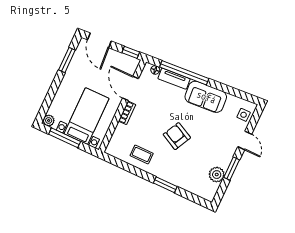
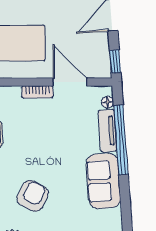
door: (131, 88) -> (70, 82), hinge flipped
armchair: (177, 136) -> (33, 196), moved

